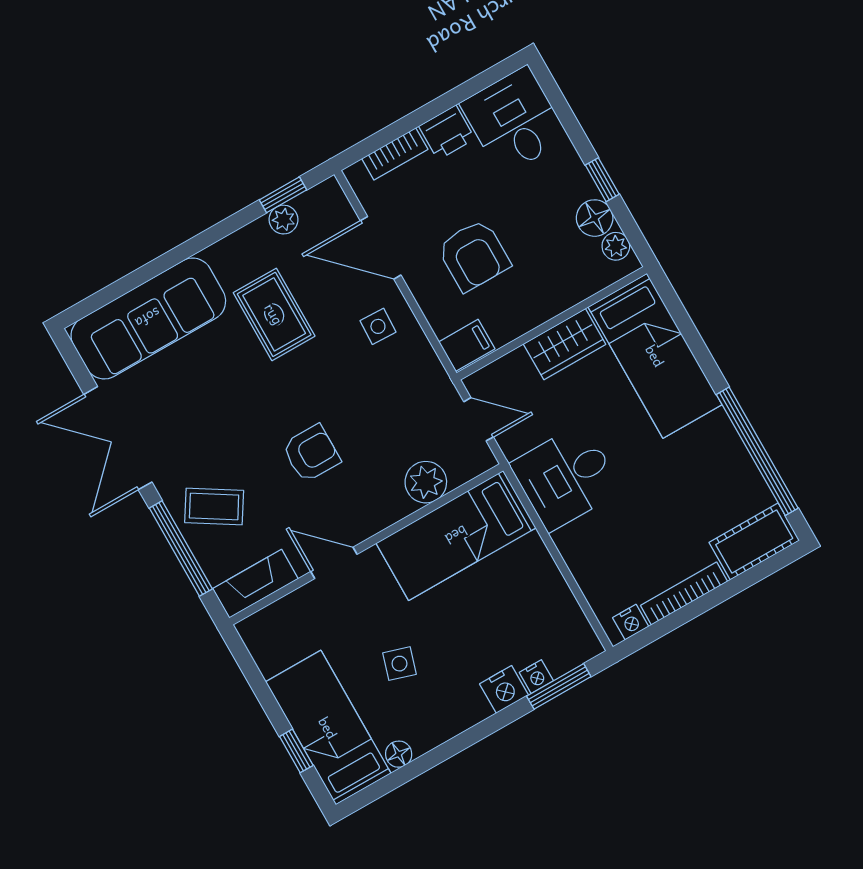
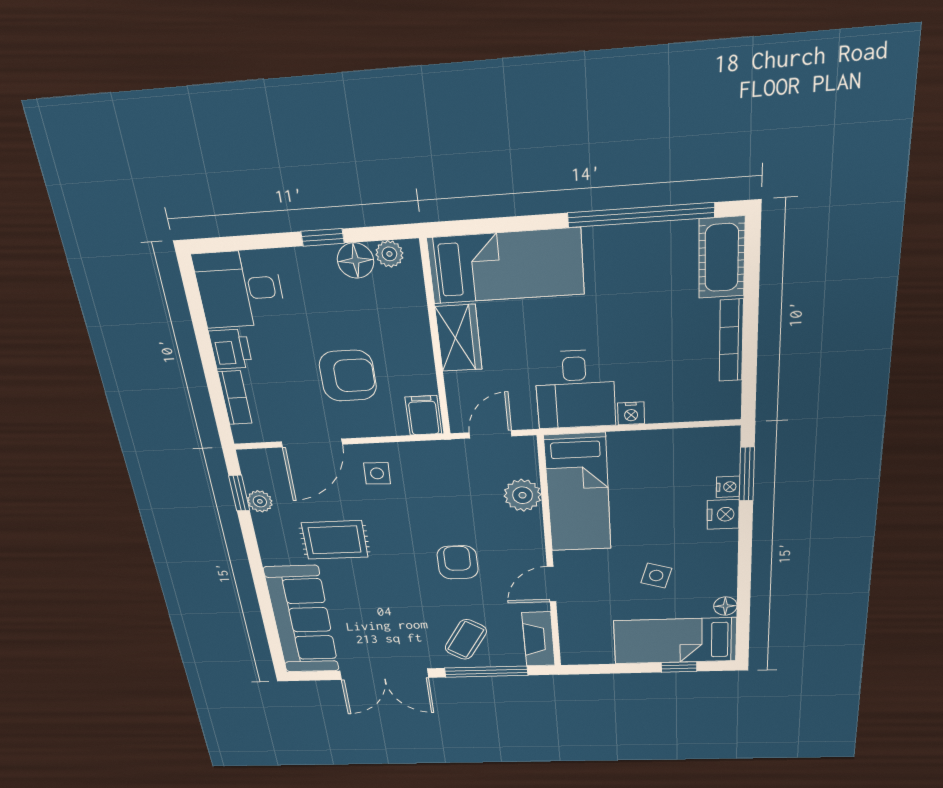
nightstand: (631, 622) -> (631, 413), moved, turned 90

